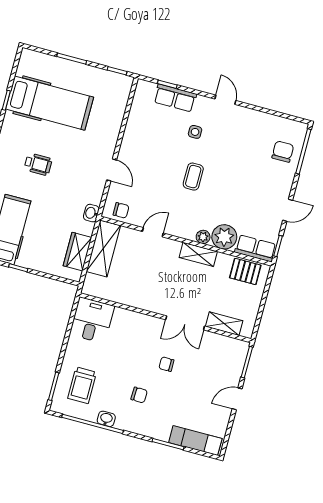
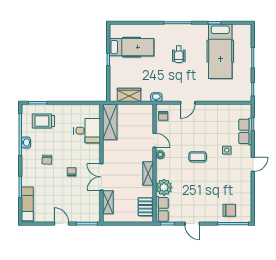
plant: (203, 237) -> (160, 155), moved
shelving: (103, 248) -> (110, 122), moved, turned 90
desk: (92, 320) -> (87, 131), moved

